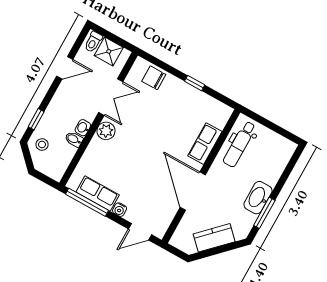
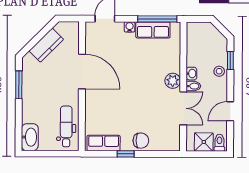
chair: (154, 78) -> (141, 141), moved
double door: (111, 97) -> (183, 108), swing flipped
bidet: (74, 139) -> (193, 86), moved
stool: (42, 144) -> (219, 71), moved
row of seats: (205, 144) -> (104, 143), moved, turned -90
washbasin: (258, 198) -> (30, 137), moved

